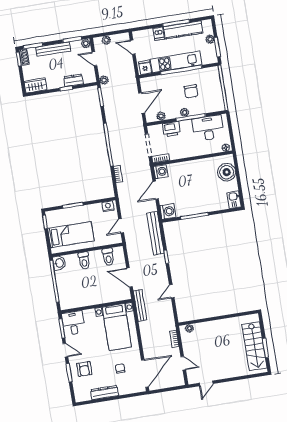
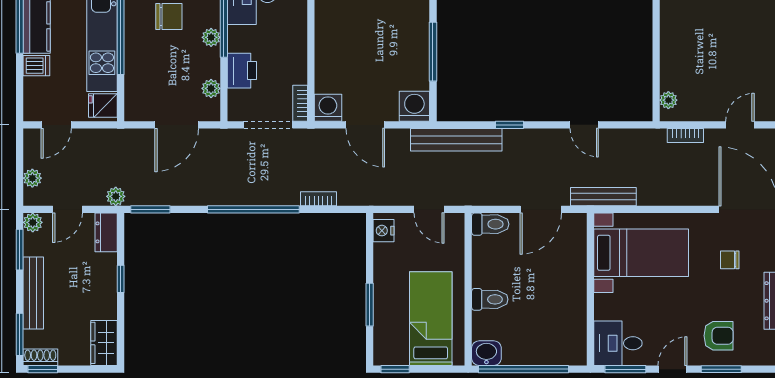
dresser: (73, 80) -> (106, 232), moved
door: (142, 103) -> (177, 125), swing flipped
toilet: (108, 257) -> (490, 224), moved

